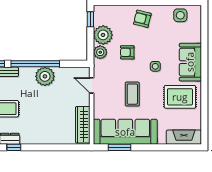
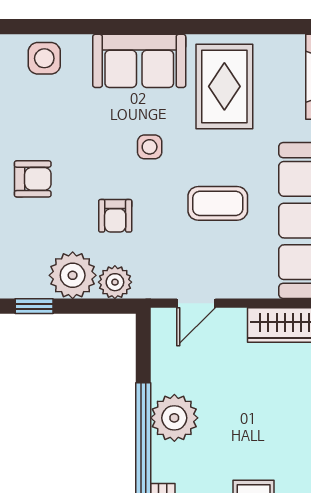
side table: (180, 15) -> (44, 58), moved
armchair: (142, 19) -> (33, 179), turned -104

